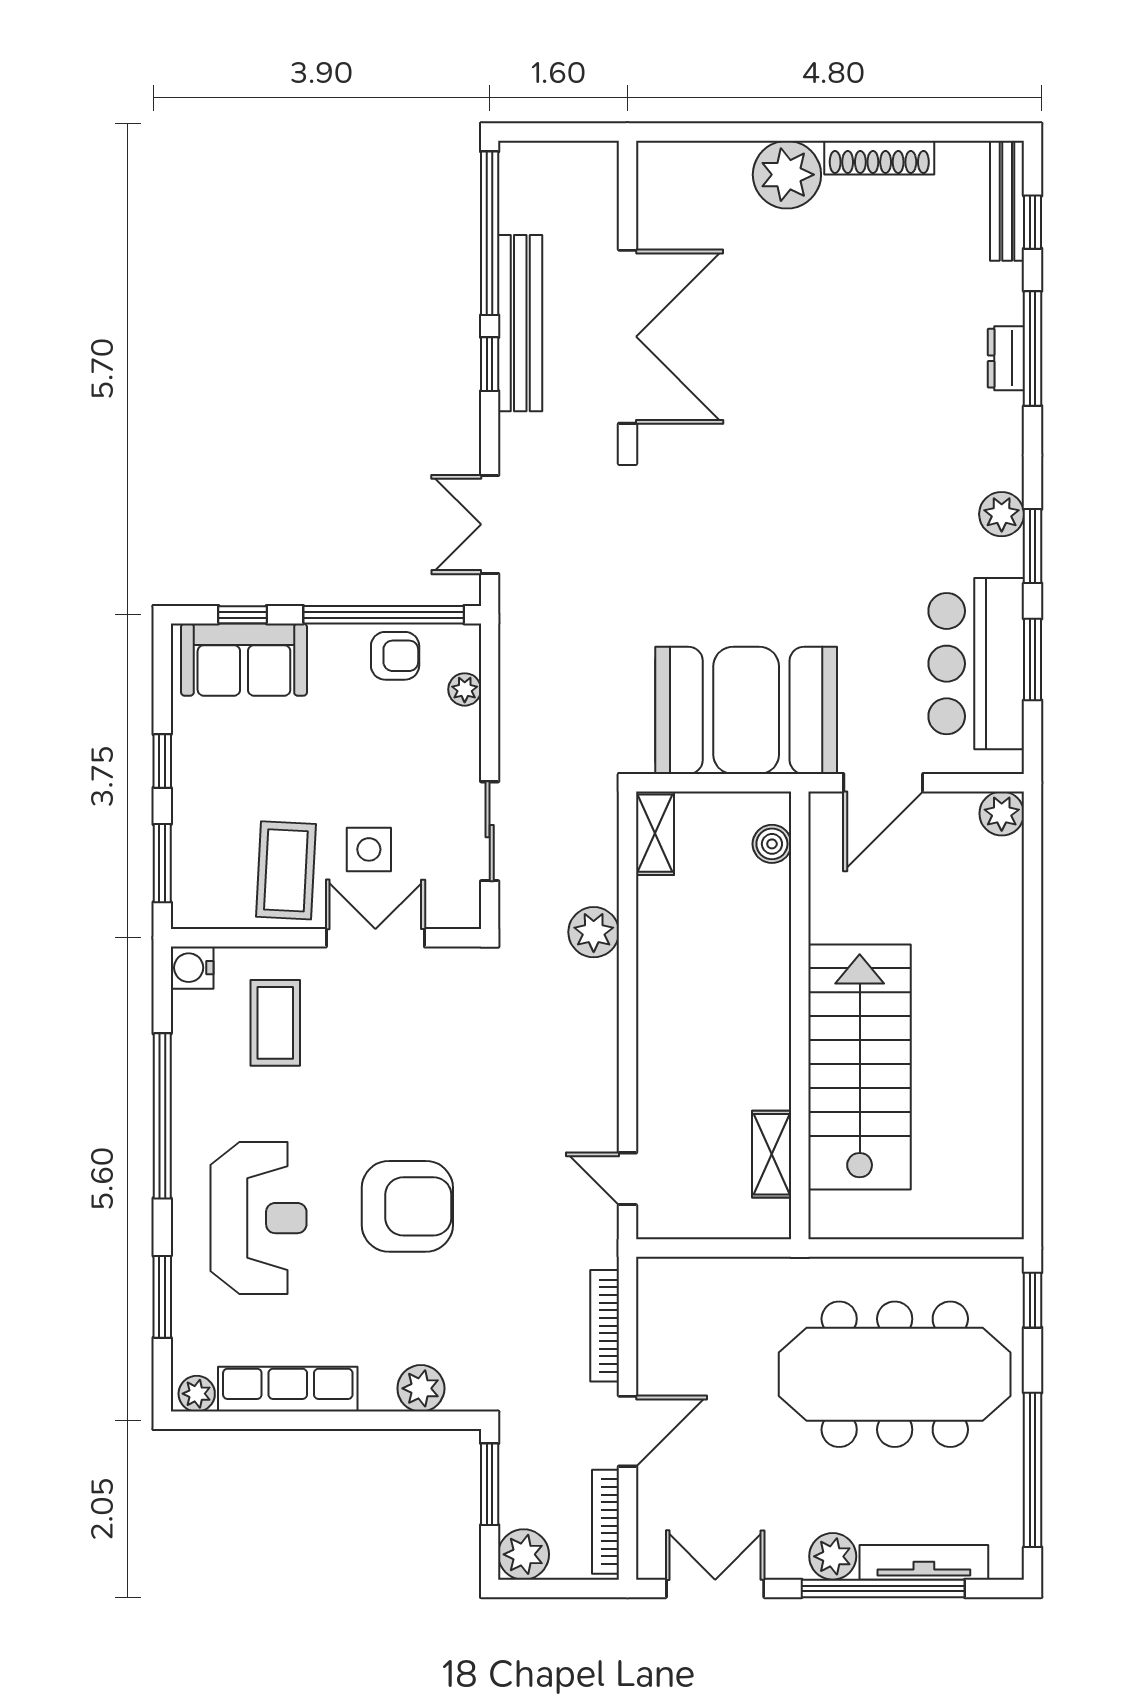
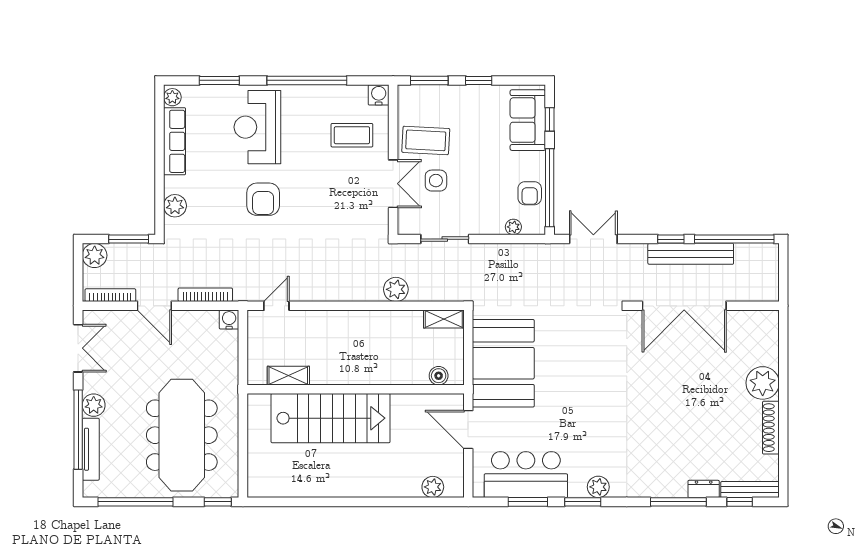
dresser: (1006, 358) -> (704, 489), moved
plant: (1002, 813) -> (433, 487), moved
armchair: (407, 1206) -> (263, 199), width x0.73, depth x0.73
reception desk: (259, 1218) -> (257, 127), turned 90
water cooler: (656, 1277) -> (229, 320), added

